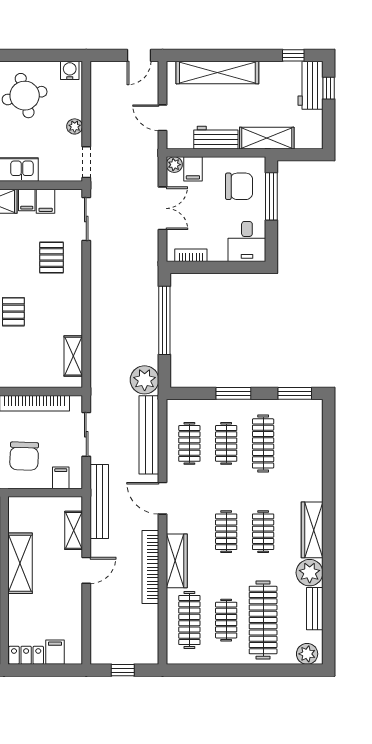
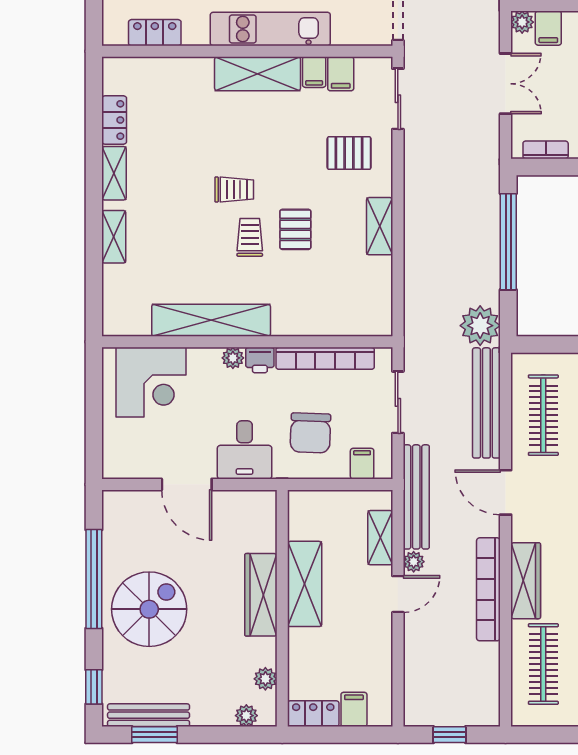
pallet: (52, 258) -> (349, 153), turned 90
shelving: (73, 356) -> (380, 226), moved
clothes rail: (189, 443) -> (543, 415), width x1.36
plant: (97, 547) -> (414, 562), added

